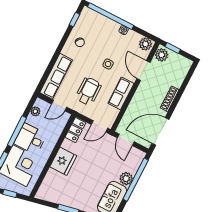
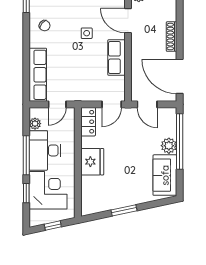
wheelchair: (88, 91) -> (81, 73), removed
door: (160, 131) -> (180, 76), hinge flipped
desk: (30, 139) -> (45, 150), width x1.37

